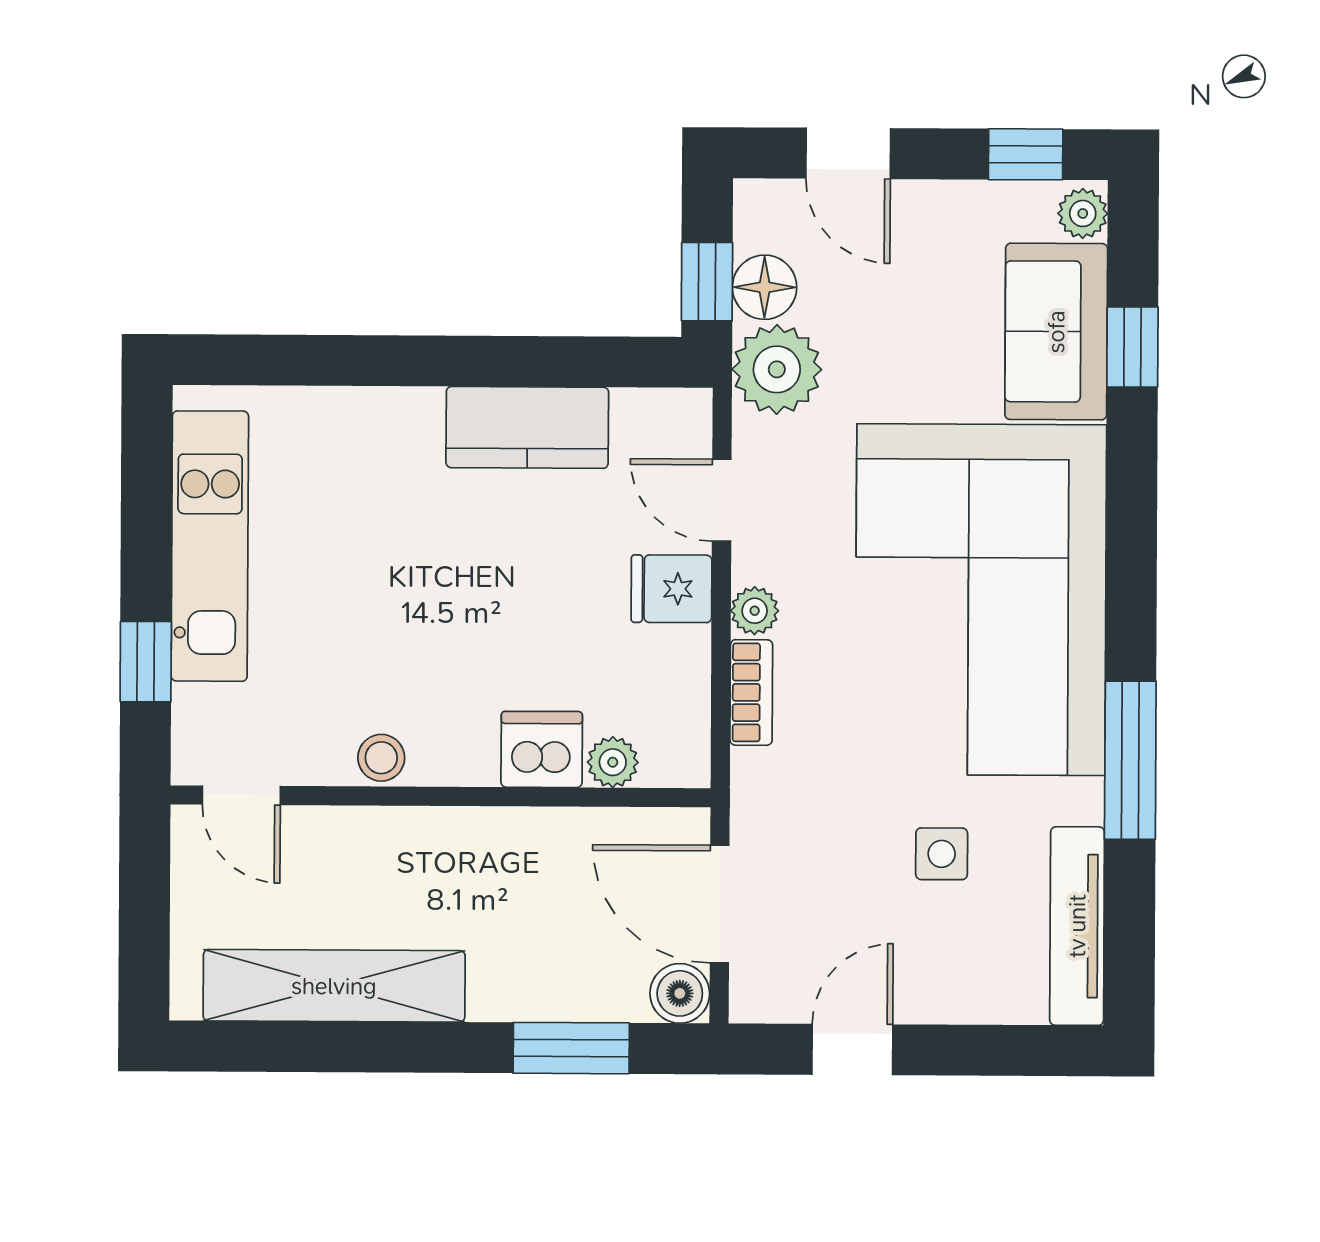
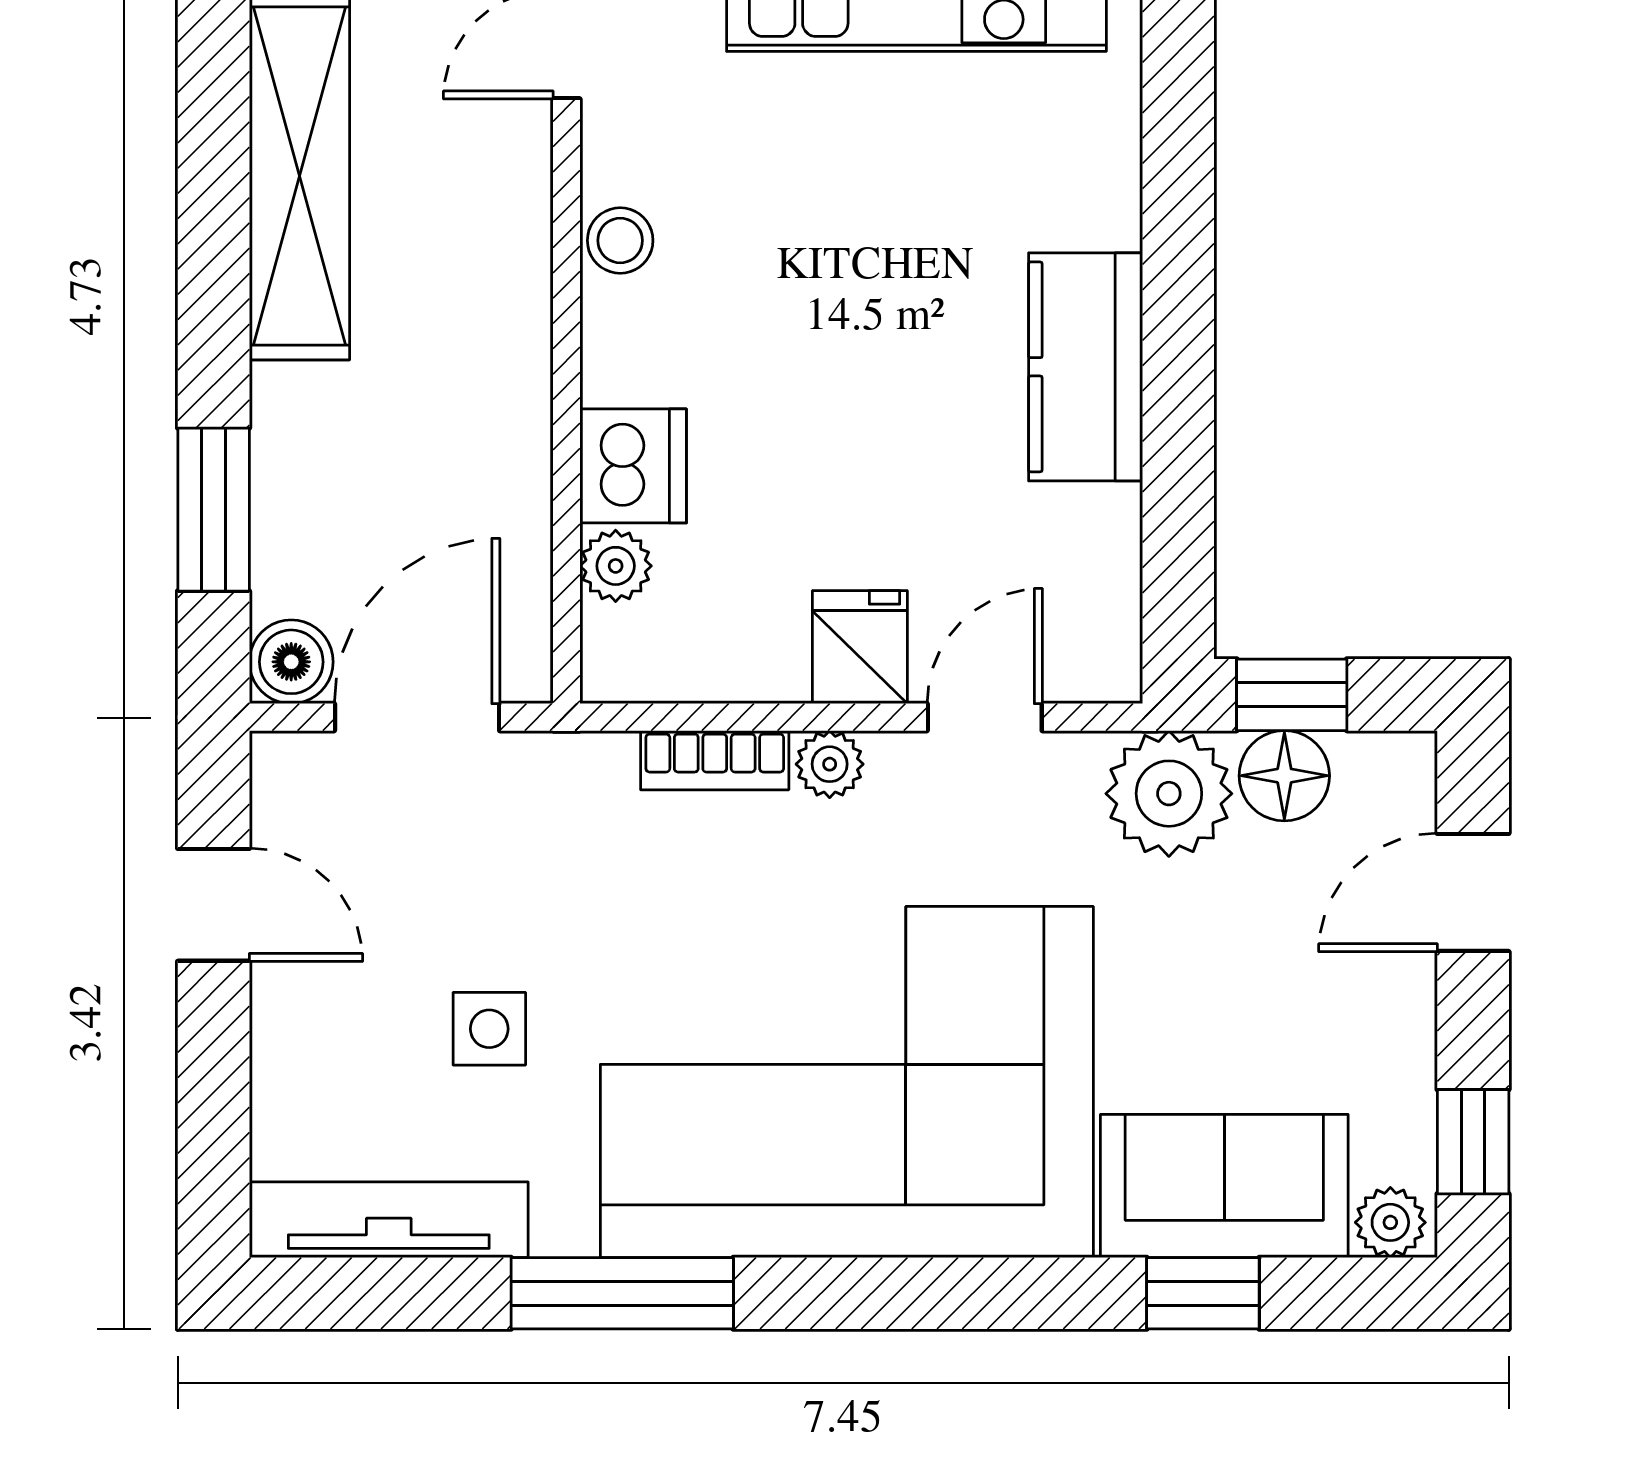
kitchen counter: (527, 427) -> (1086, 367), moved

